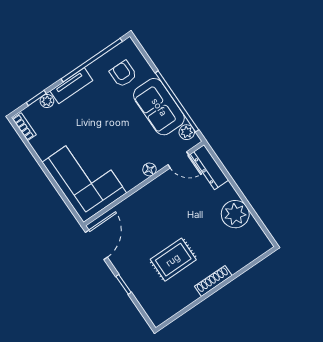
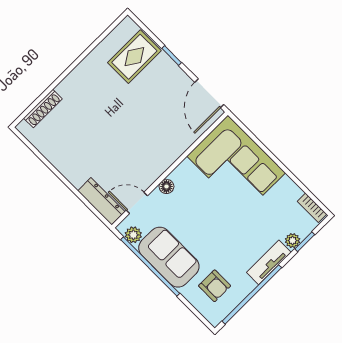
plant: (235, 214) -> (64, 155), removed
rug: (173, 260) -> (134, 57), moved
shoe rack: (213, 281) -> (43, 109), moved

